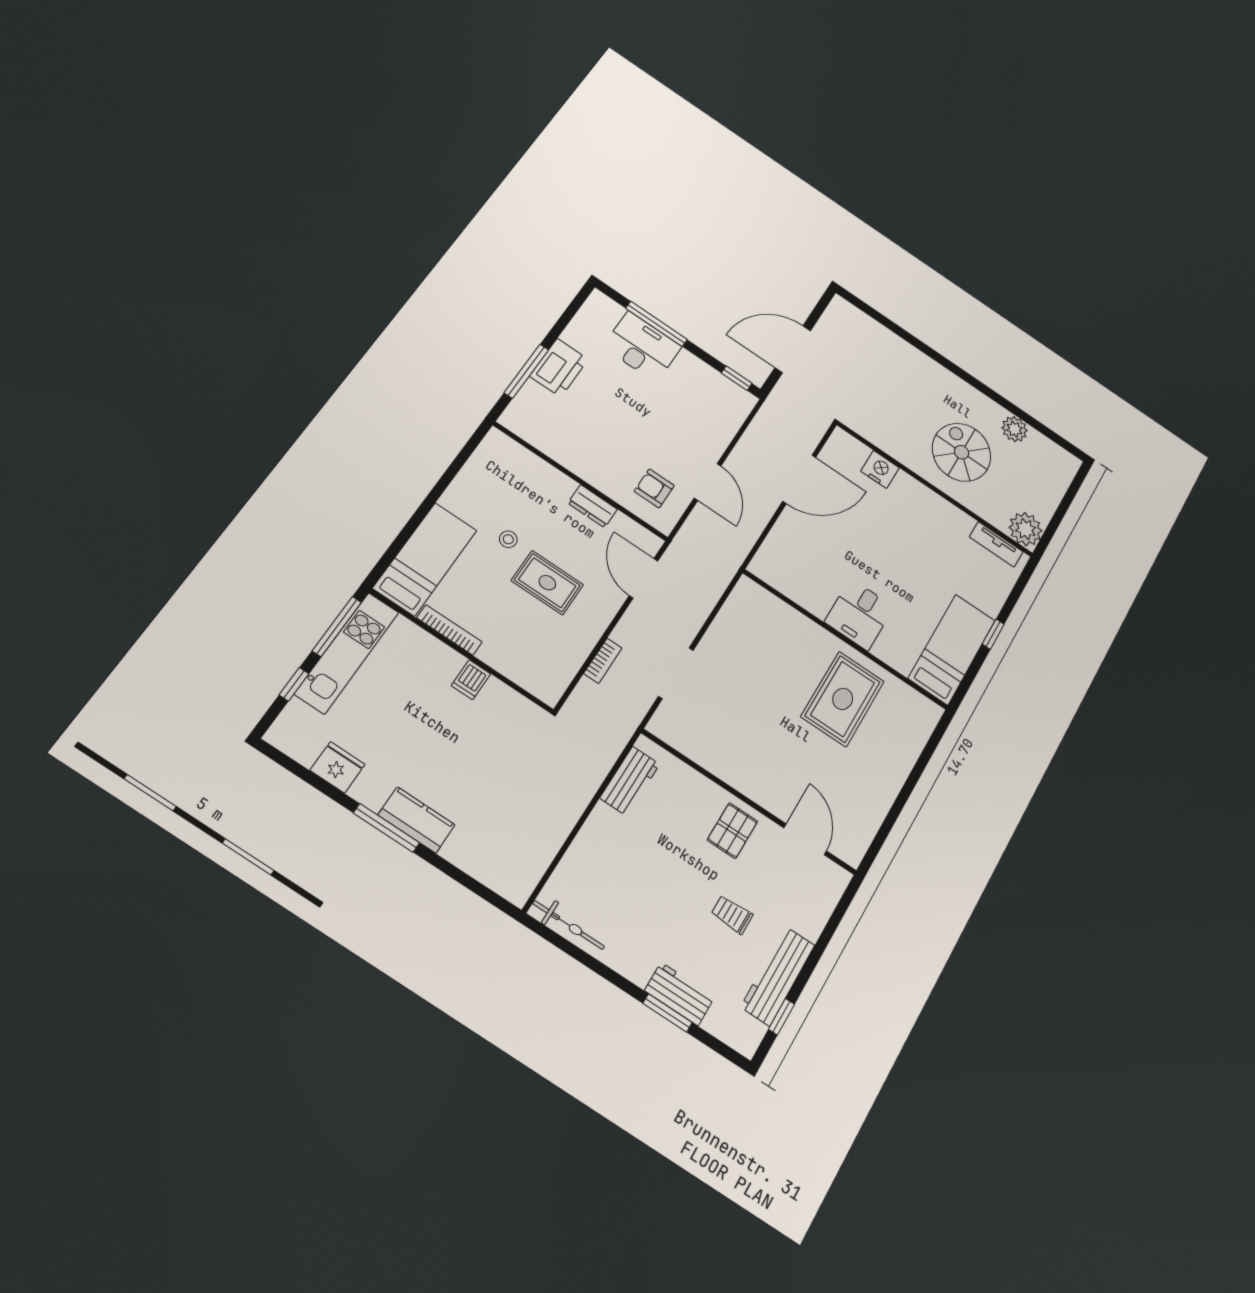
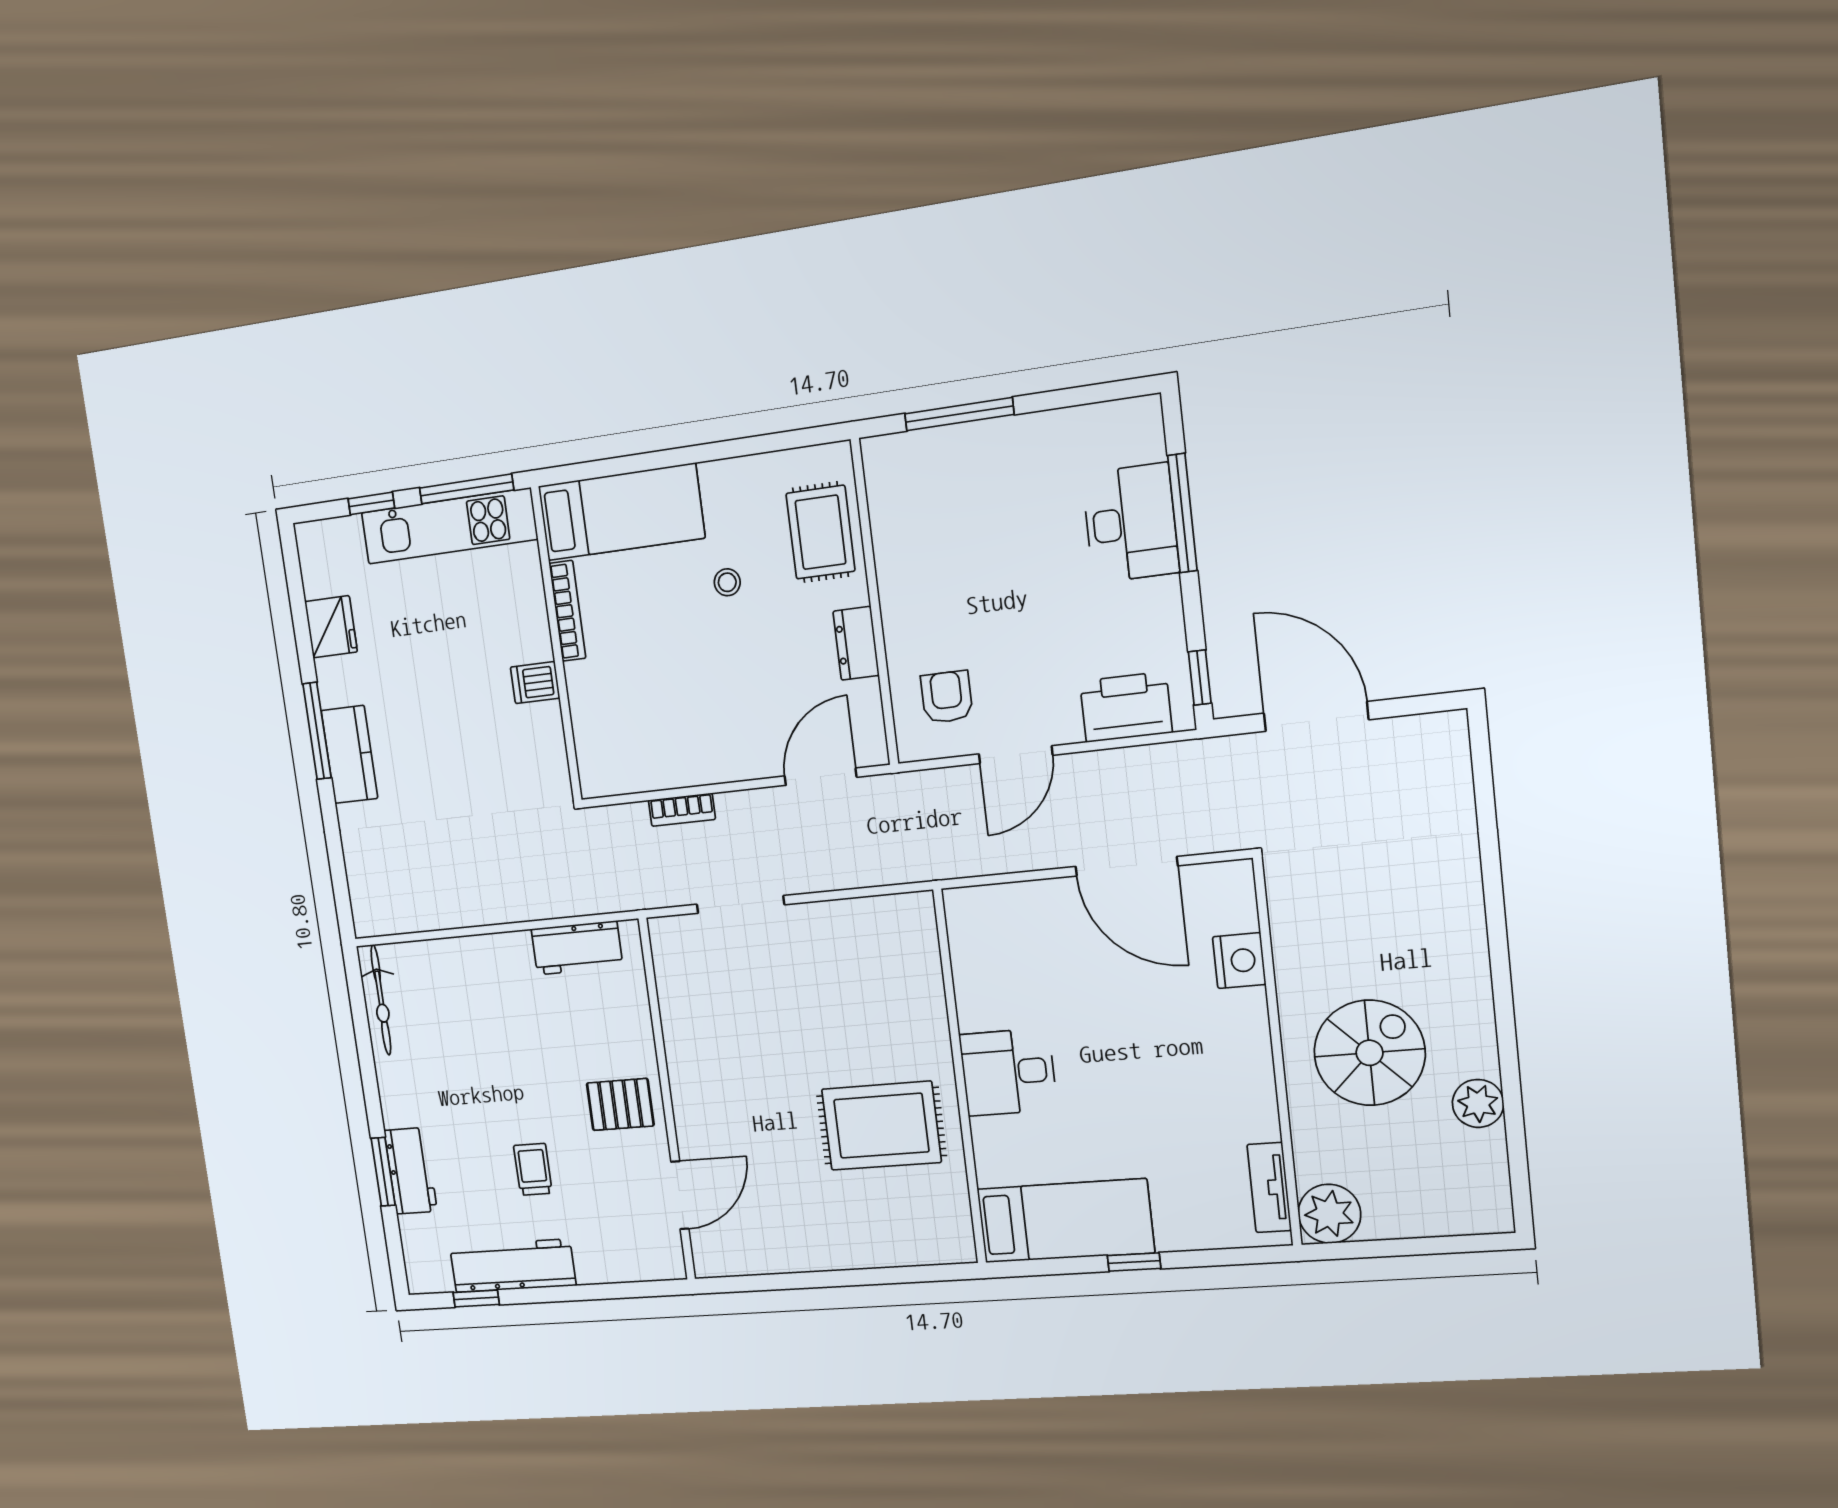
printer: (559, 368) -> (1126, 707), moved, turned 180
rug: (547, 583) -> (821, 532), moved

